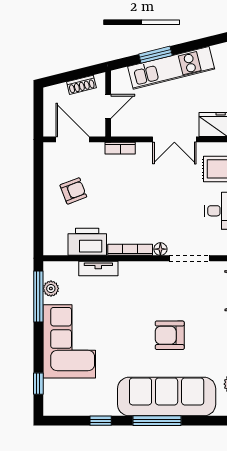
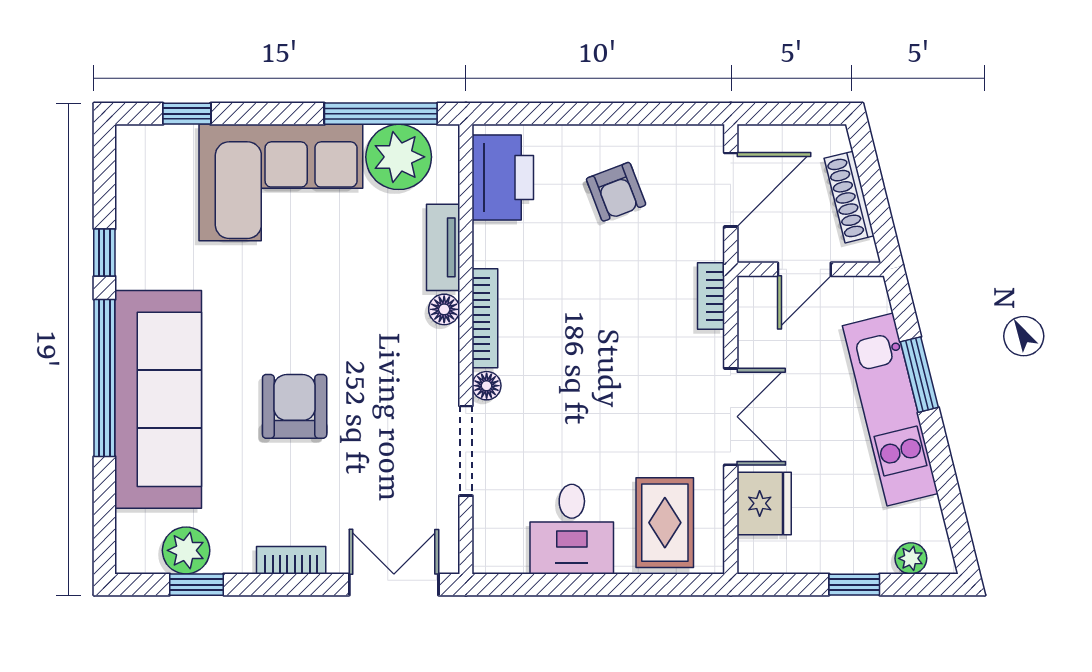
shoe rack: (81, 85) -> (849, 197), width x1.43
door: (108, 106) -> (804, 269), hinge flipped
double door: (174, 139) -> (731, 417), swing flipped
printer: (87, 242) -> (503, 178), moved
floor lamp: (126, 268) -> (444, 309), added
plant: (51, 289) -> (399, 157), width x1.88, depth x1.88
window: (157, 421) -> (104, 378), width x1.46

